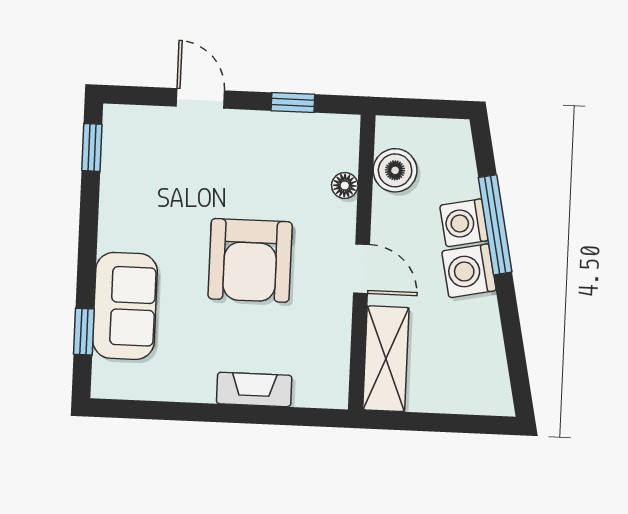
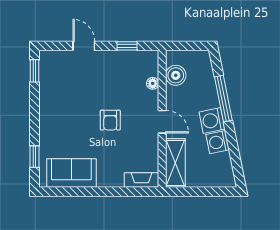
washing machine: (464, 223) -> (218, 142), moved
armchair: (250, 260) -> (110, 120), width x0.53, depth x0.53
sofa: (125, 306) -> (71, 173), moved, turned -90
fireplace: (254, 389) -> (142, 180), moved

